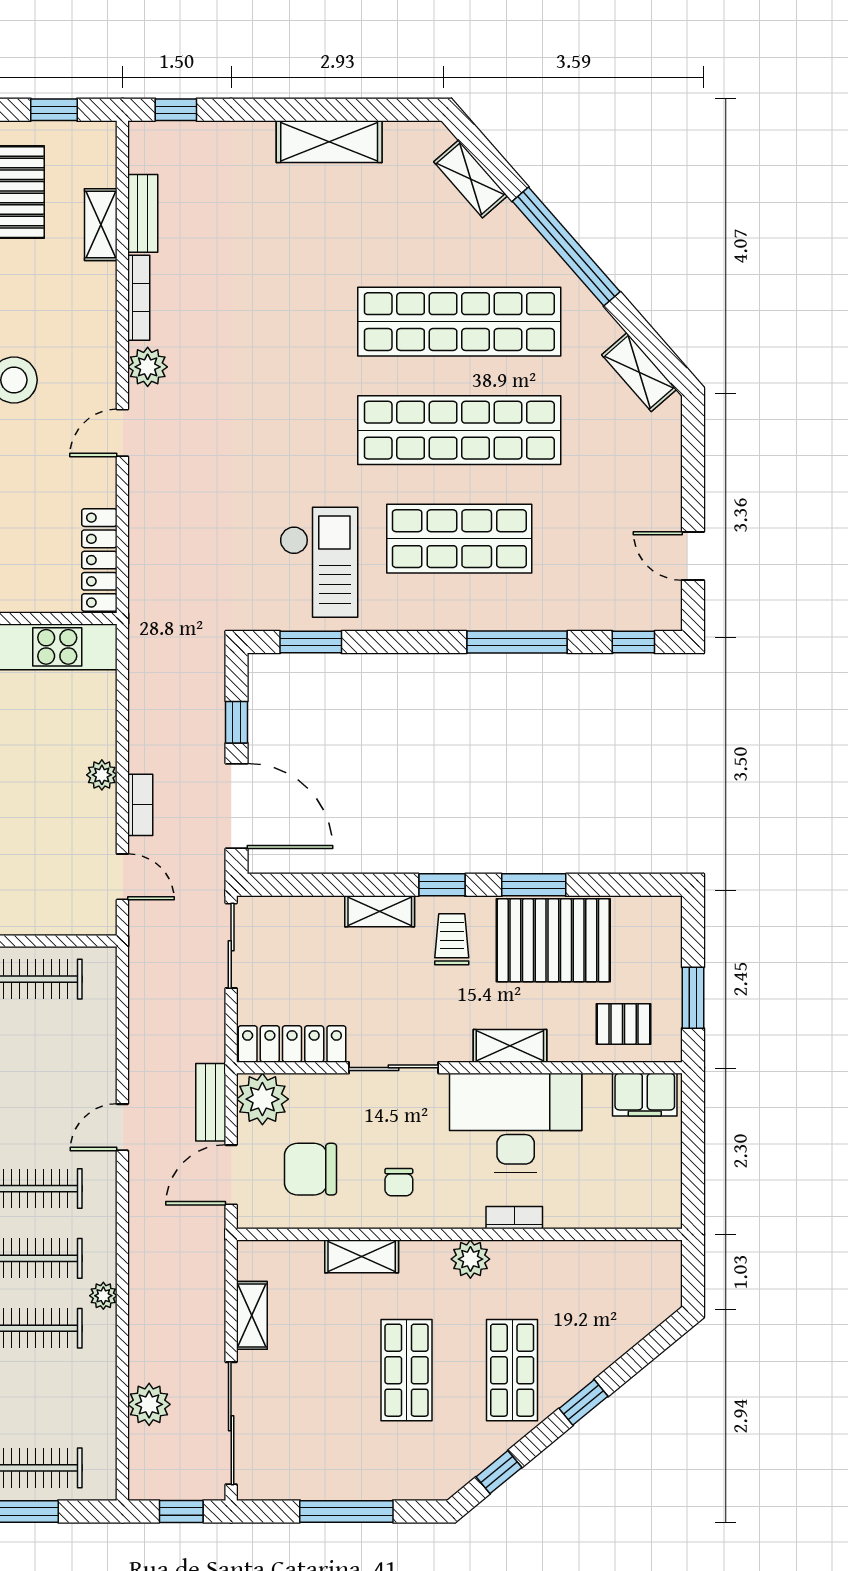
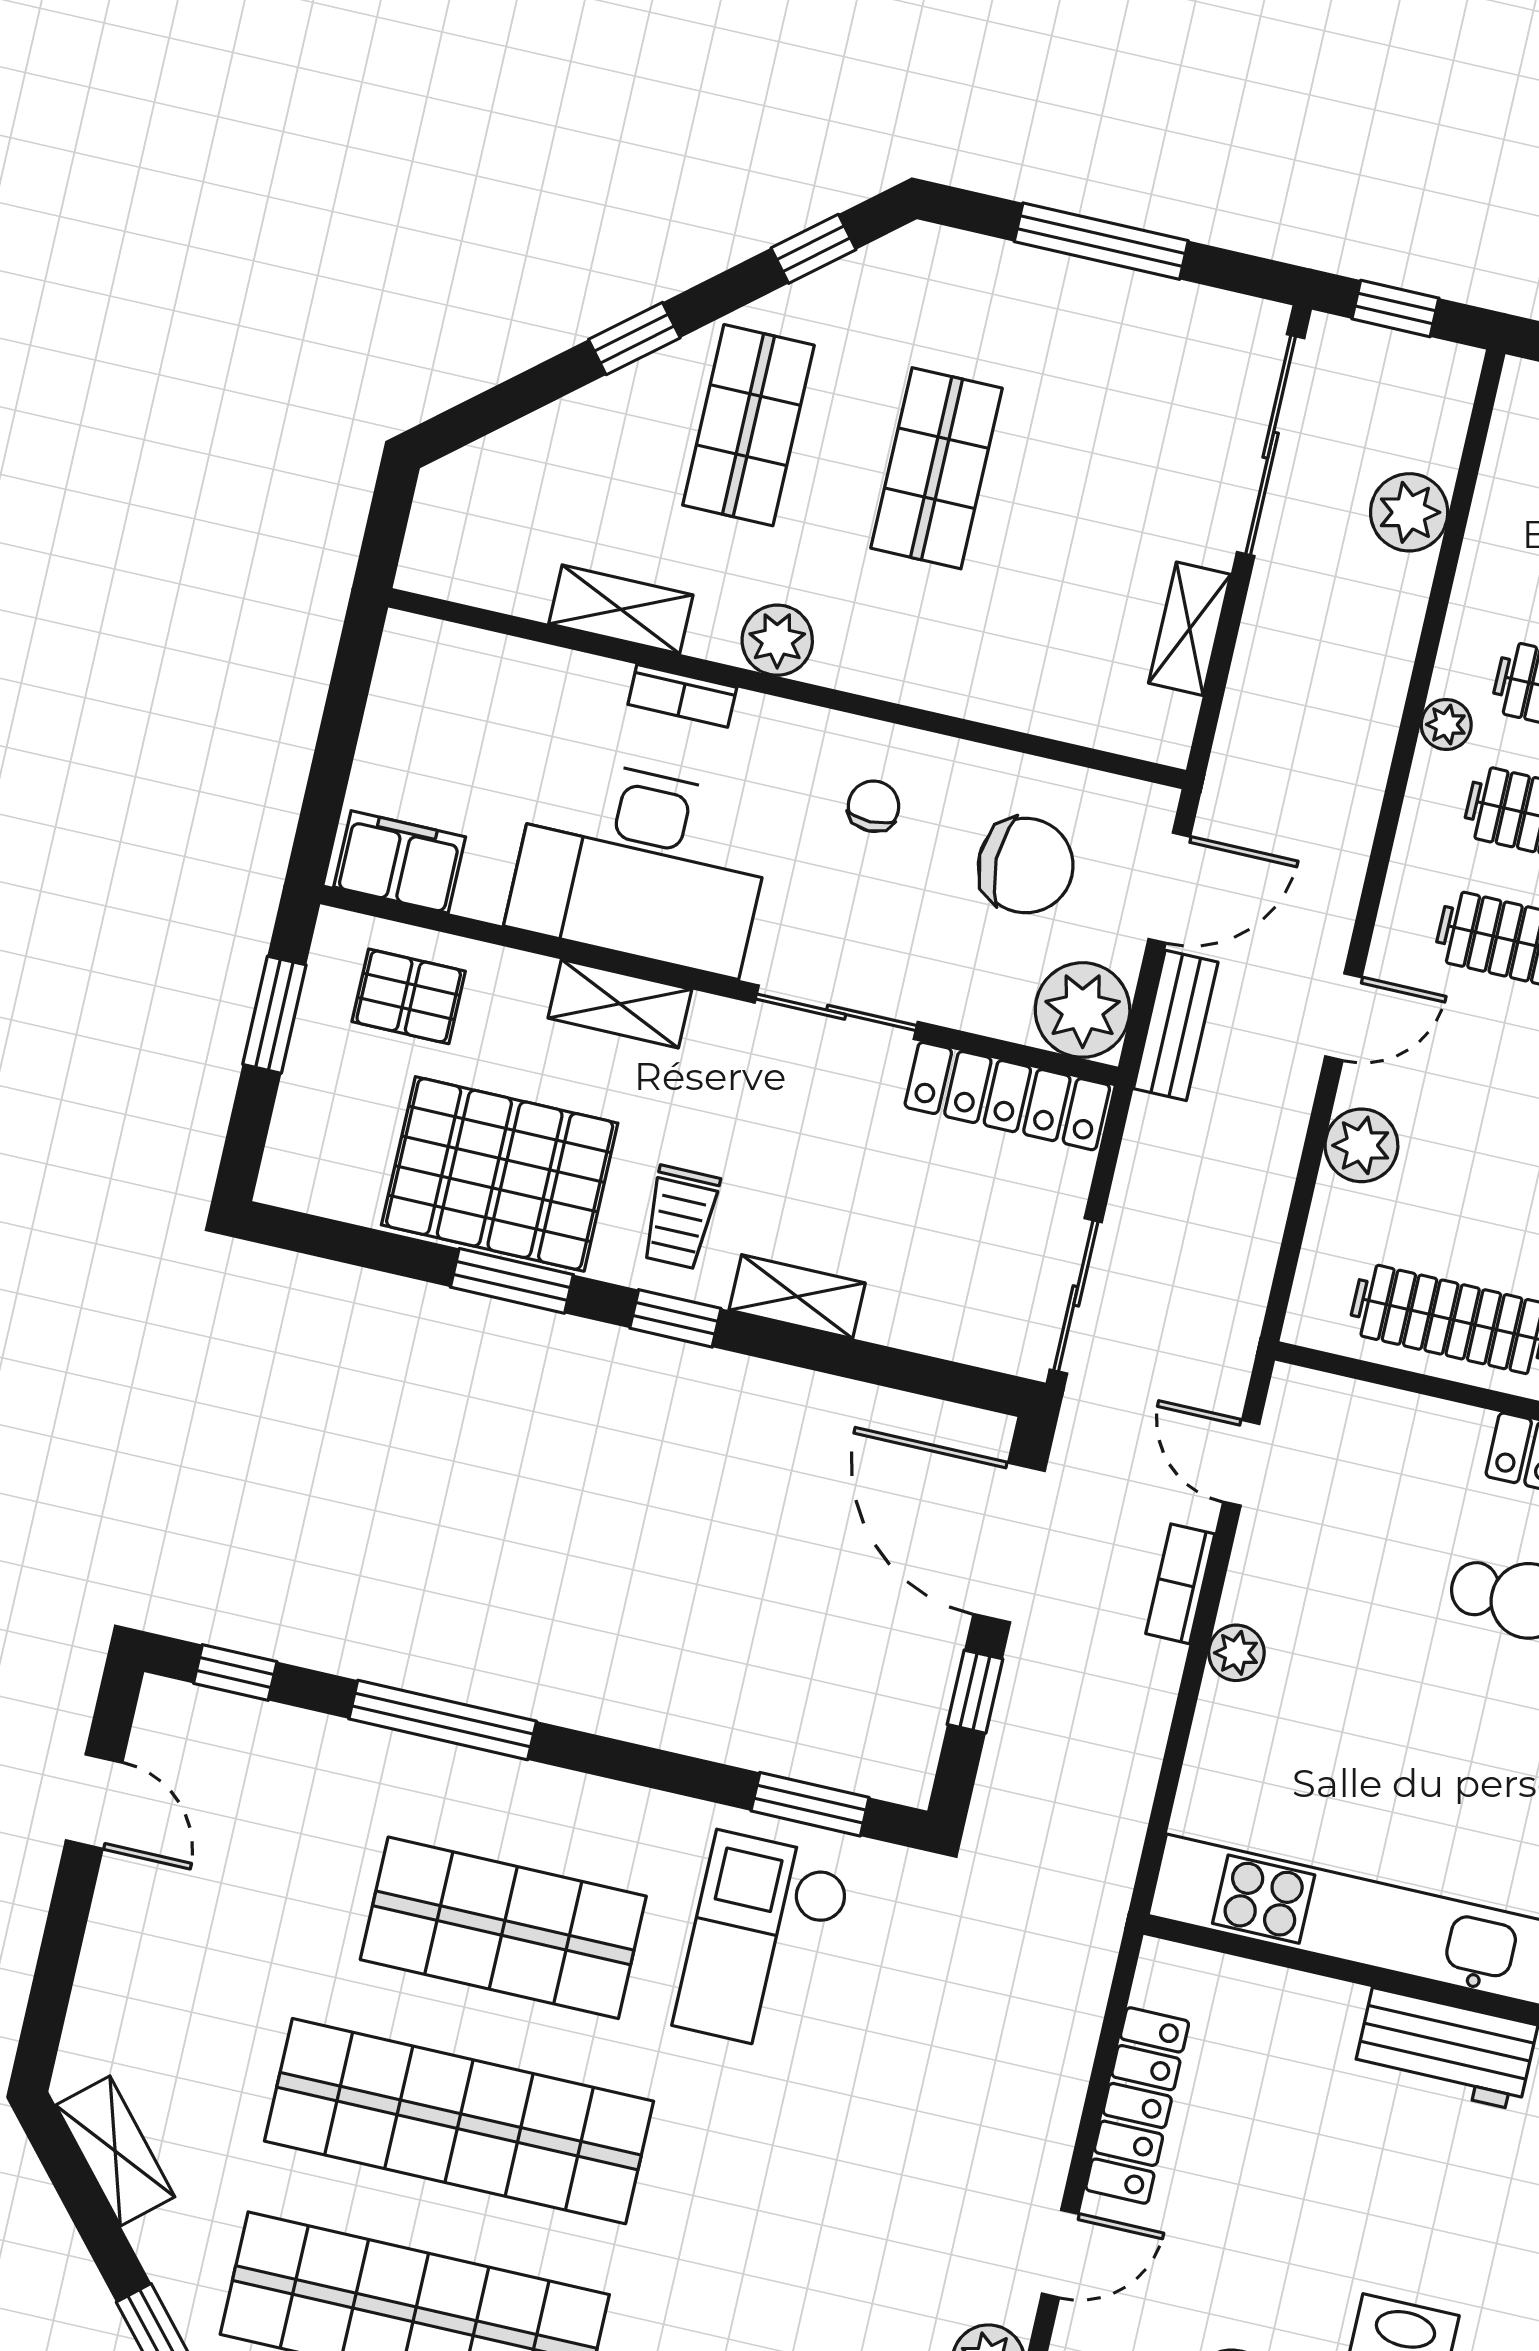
locker: (99, 560) -> (1137, 2105), moved
plant: (97, 1061) -> (1361, 1145), added
shelving: (362, 1256) -> (621, 609), moved

